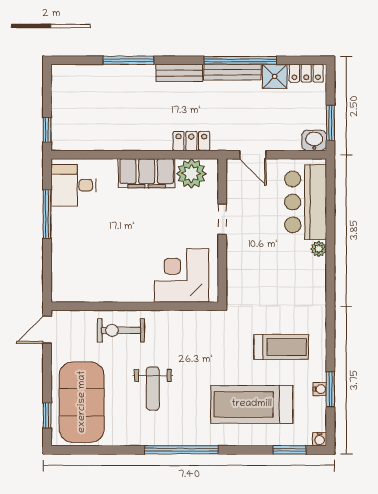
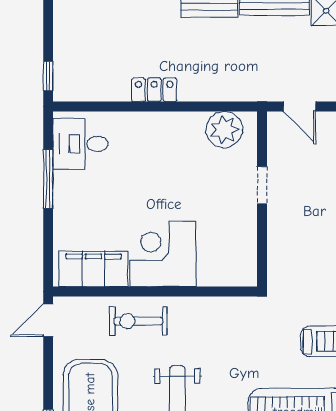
locker: (191, 141) -> (154, 90), moved
filing cabinet: (147, 173) -> (93, 269), moved, turned 180
corner desk: (182, 275) -> (163, 254), moved

